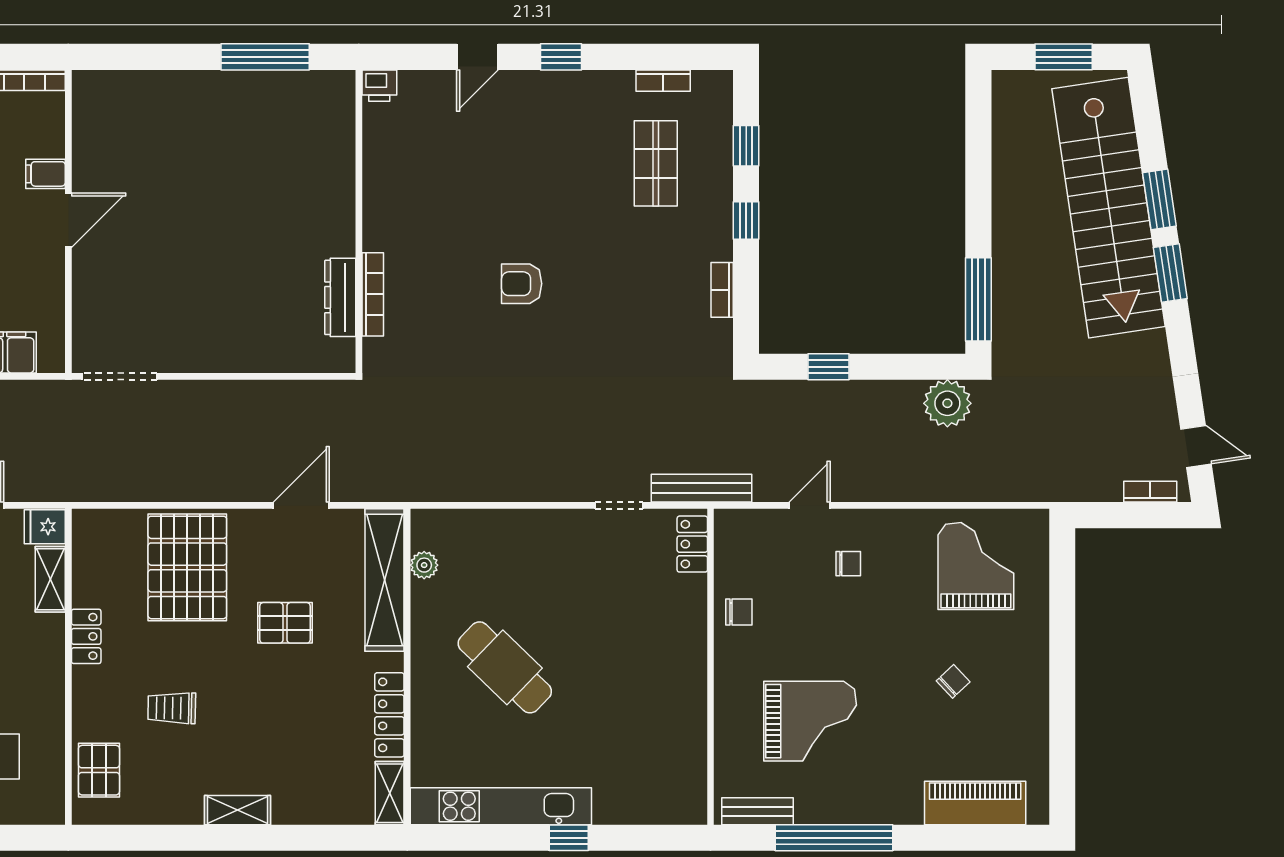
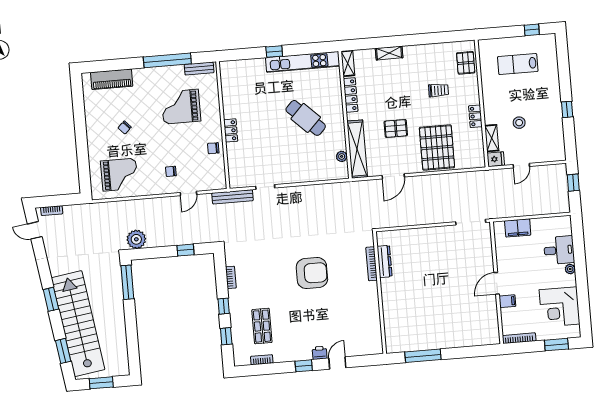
printer: (379, 86) -> (320, 353), moved
window: (1159, 199) -> (63, 351), moved
armchair: (522, 284) -> (312, 273), width x1.88, depth x1.88
locker: (692, 544) -> (231, 130), moved
grand piano: (976, 566) -> (119, 175), turned -90
shelving: (237, 810) -> (389, 53), moved

